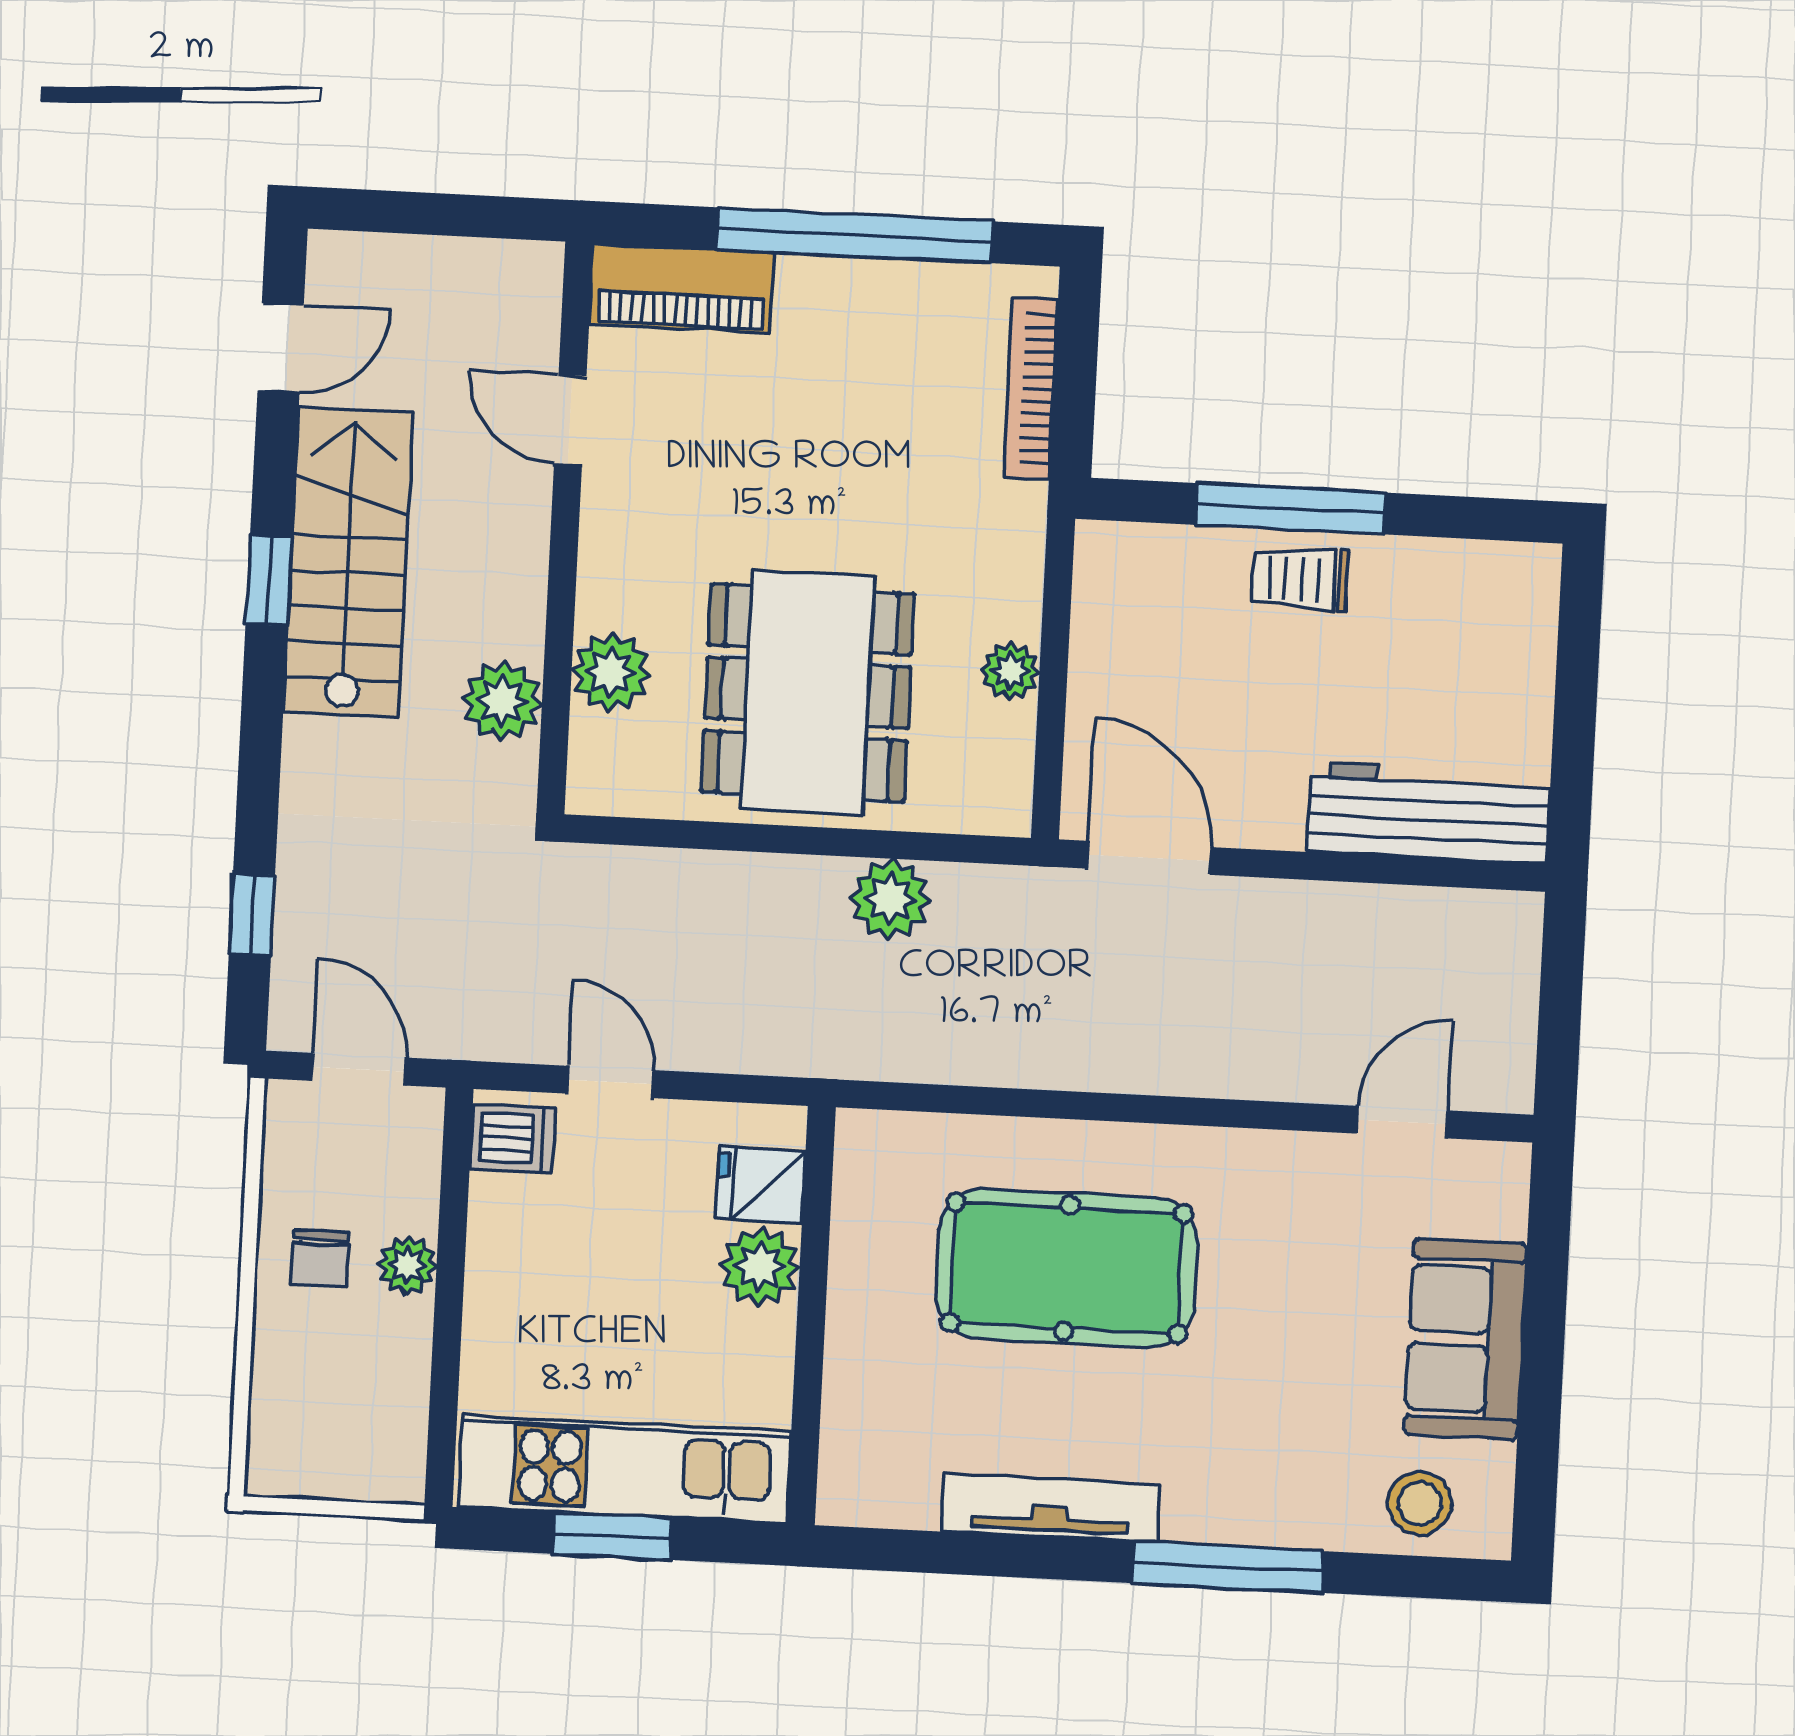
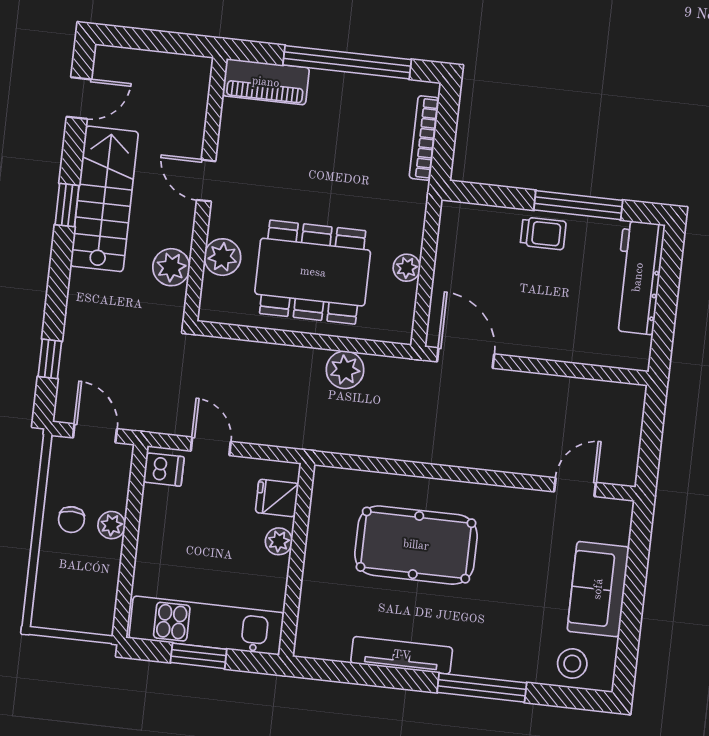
door: (570, 420) -> (206, 181), moved
window: (1291, 509) -> (578, 205), moved
trolley: (1300, 579) -> (543, 233), turned 180
dining table: (808, 693) -> (313, 272), turned 90
workbench: (1429, 813) -> (638, 277), moved, turned -90
plant: (760, 1267) -> (279, 541), width x0.73, depth x0.73

